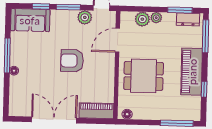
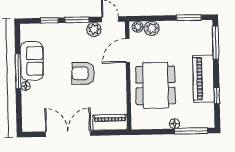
plant: (156, 18) -> (138, 27), moved
dresser: (188, 19) -> (197, 27), removed
sofa: (30, 20) -> (32, 61), moved, turned -90
dining table: (144, 76) -> (156, 85), width x1.38
floor lamp: (127, 114) -> (175, 124), moved

